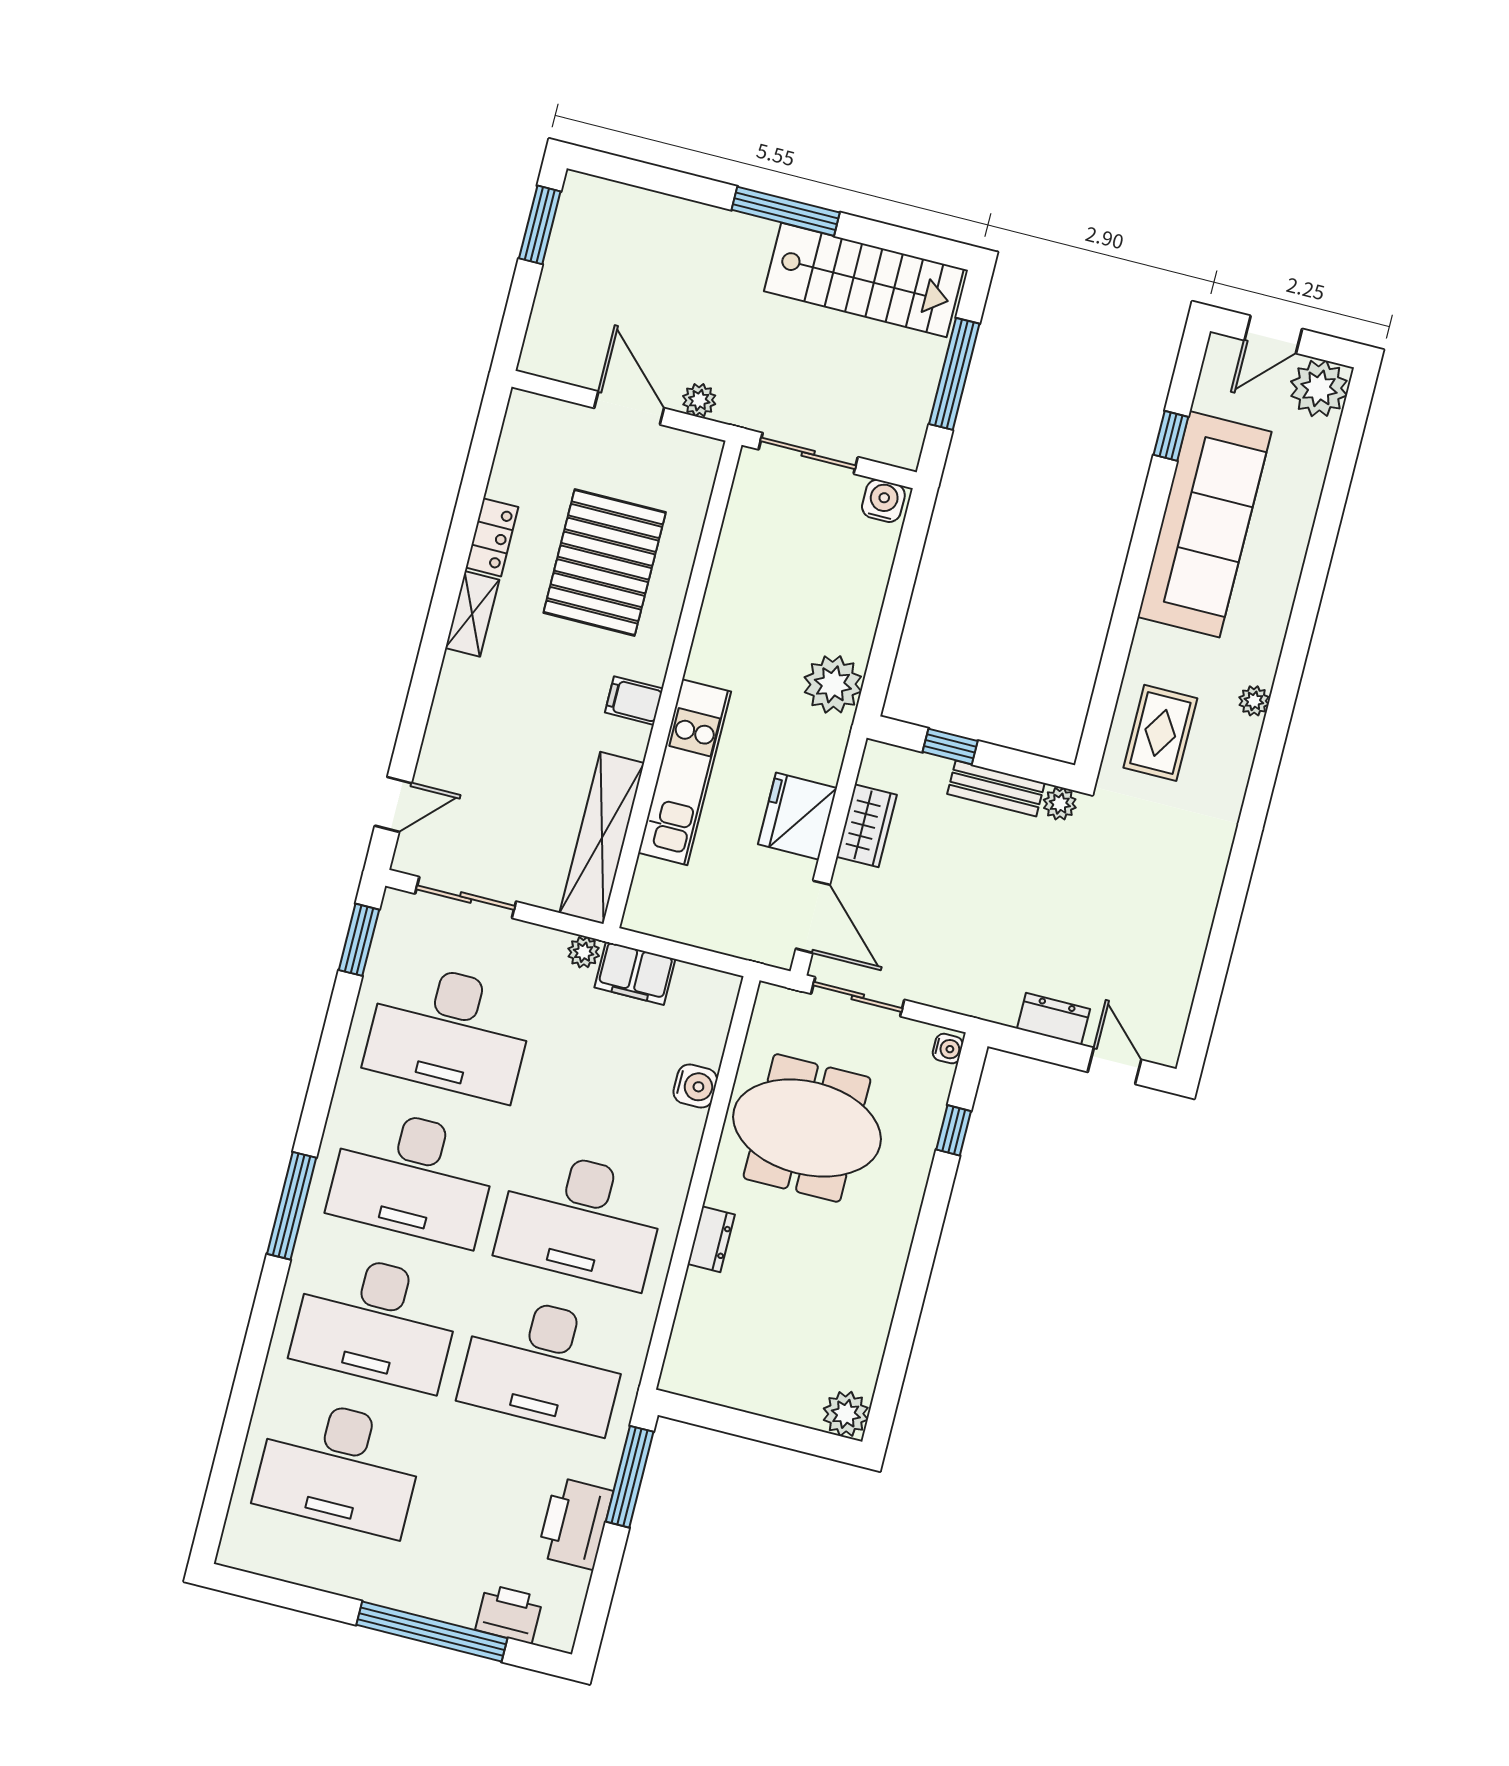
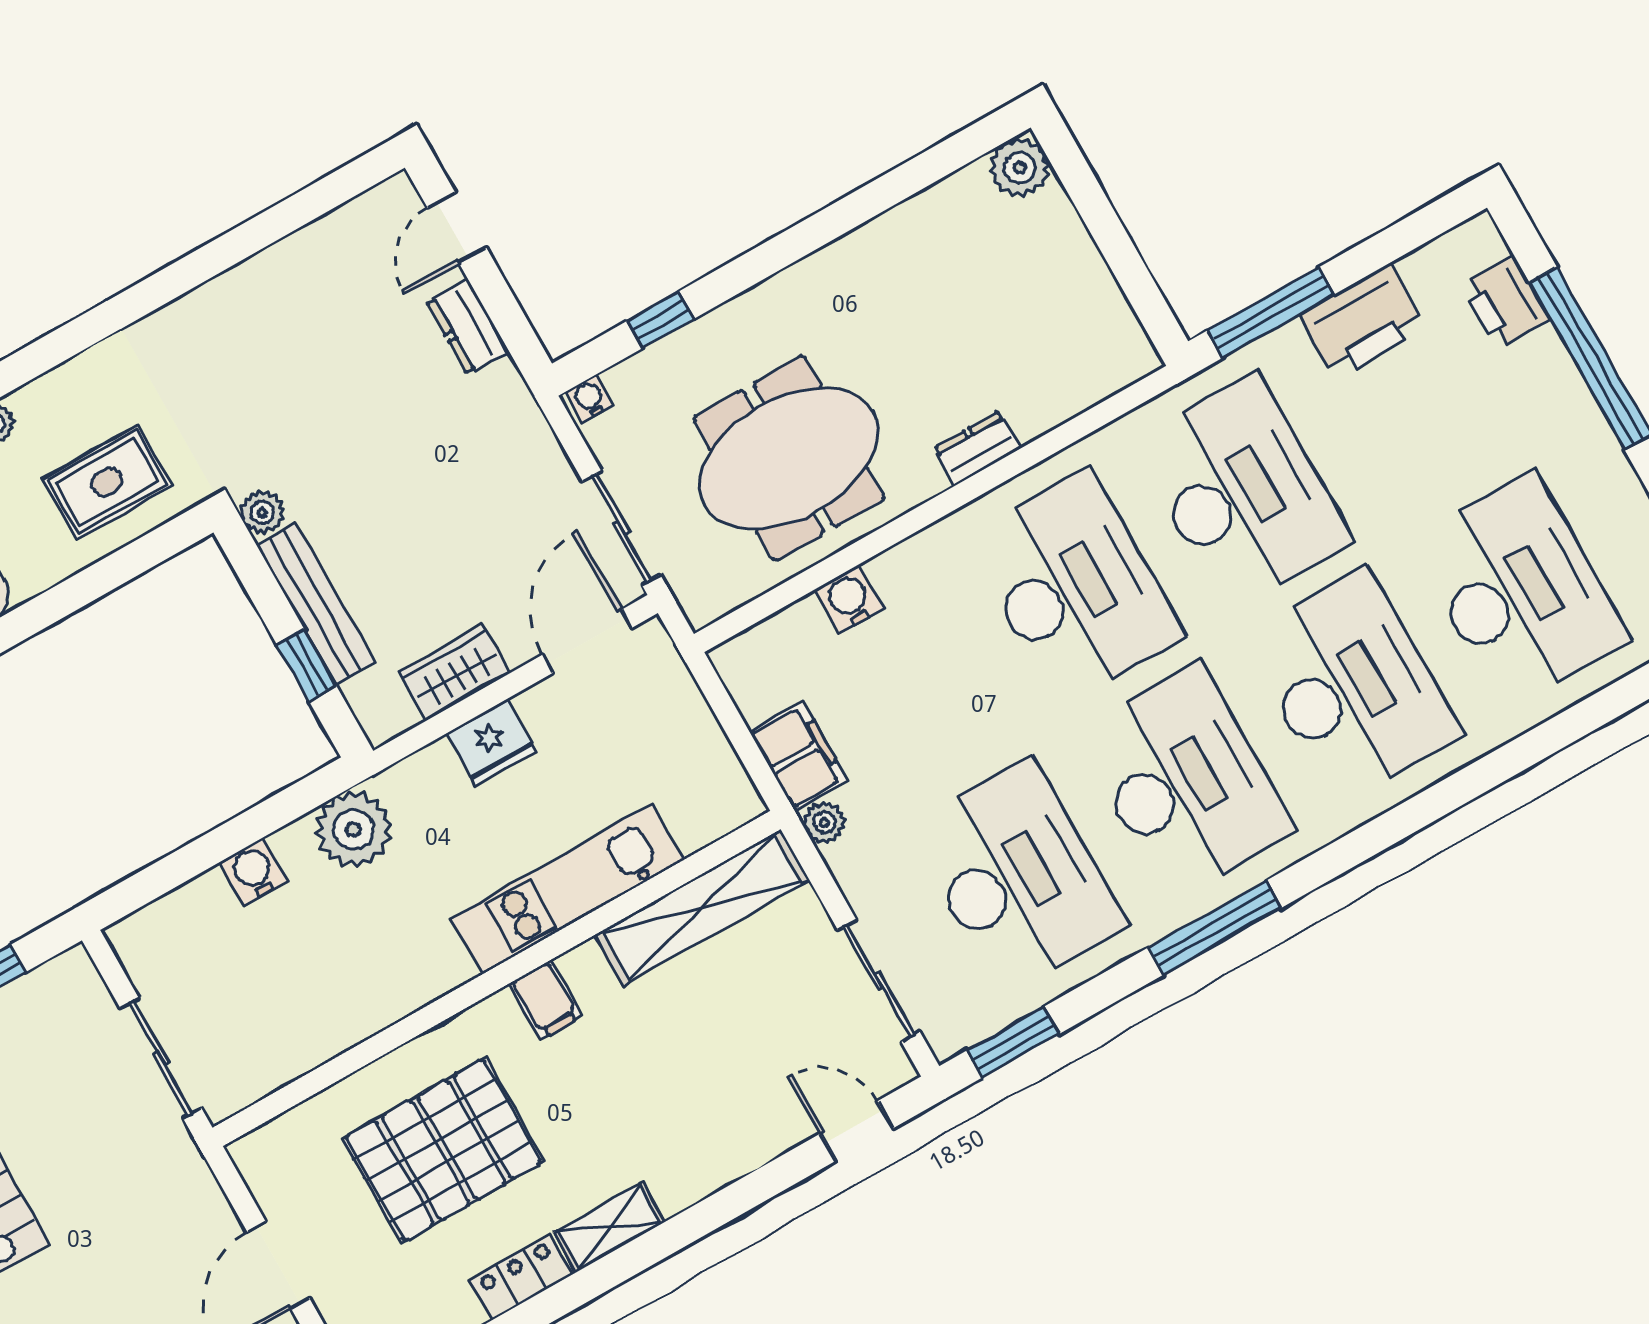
plant: (699, 400) -> (209, 1207), removed
water cooler: (883, 501) -> (254, 871), moved, turned 90
bench: (996, 788) -> (316, 604), width x1.36
fridge: (797, 816) -> (491, 742), width x0.73, depth x0.75
meeting table: (807, 1128) -> (789, 458), turned 90
window: (292, 1206) -> (1215, 928), moved

